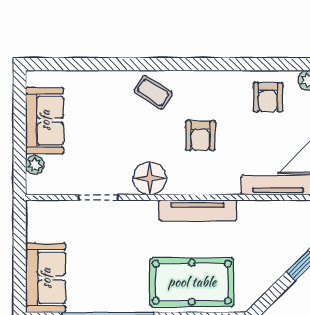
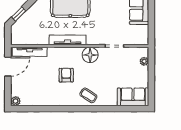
armchair: (268, 97) -> (34, 93), removed
sofa: (45, 120) -> (133, 97), moved, turned 90

